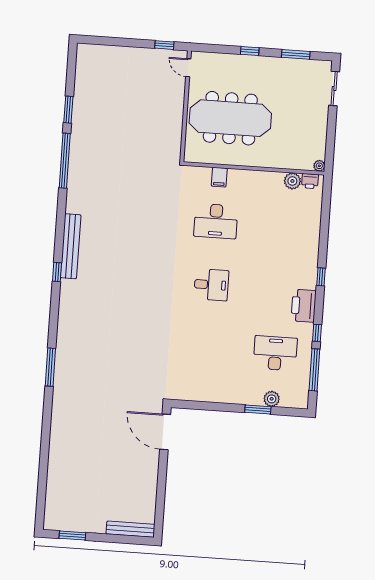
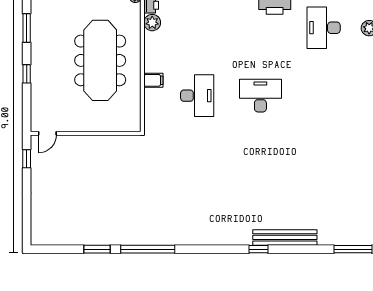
meeting table: (230, 118) -> (100, 60), moved
filing cabinet: (219, 177) -> (153, 80), moved
bench: (71, 246) -> (285, 237), moved
desk: (211, 285) -> (260, 96), width x1.37

